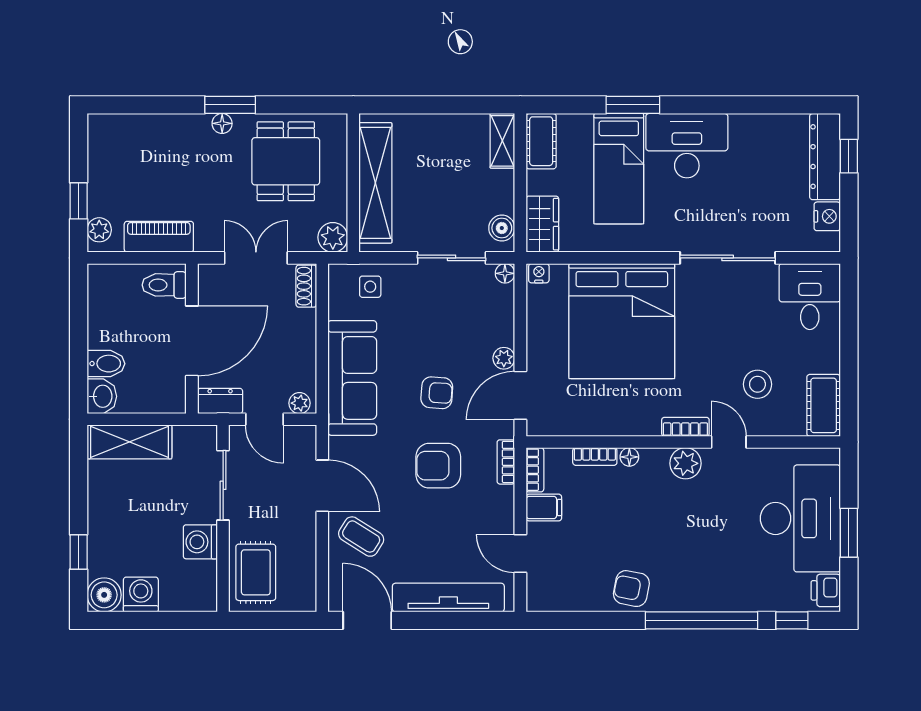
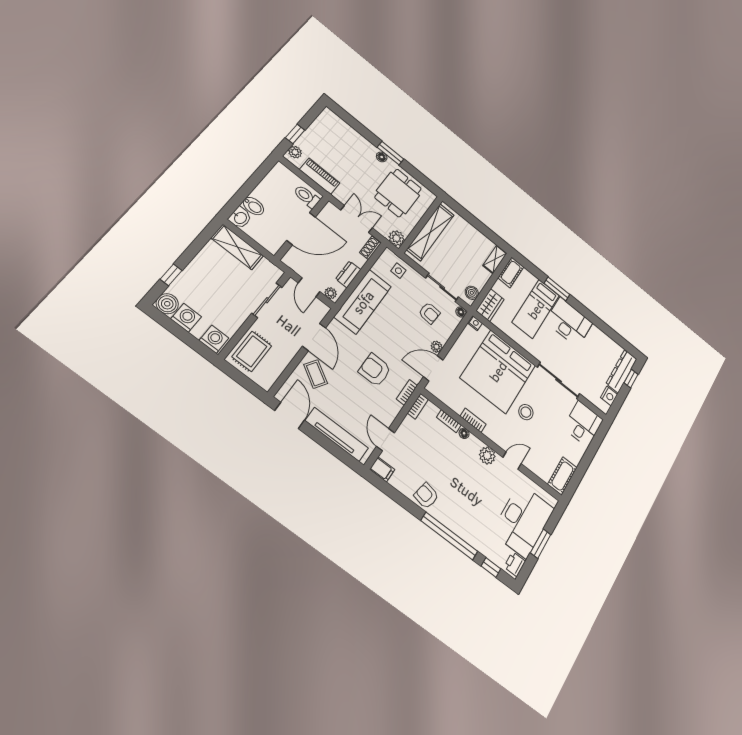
stool: (757, 384) -> (526, 412), moved
armchair: (437, 393) -> (429, 313), moved
dresser: (220, 401) -> (348, 274), moved, turned -90
bookcase: (685, 427) -> (473, 420), moved
door: (729, 442) -> (512, 461), hinge flipped
filing cabinet: (544, 508) -> (382, 469), moved
washing machine: (200, 542) -> (214, 339), moved, turned 90

